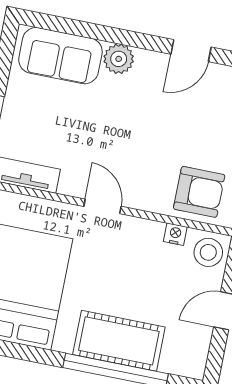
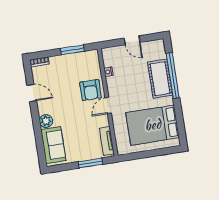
armchair: (199, 192) -> (91, 90), moved, turned 180
stool: (208, 252) -> (111, 56), removed

